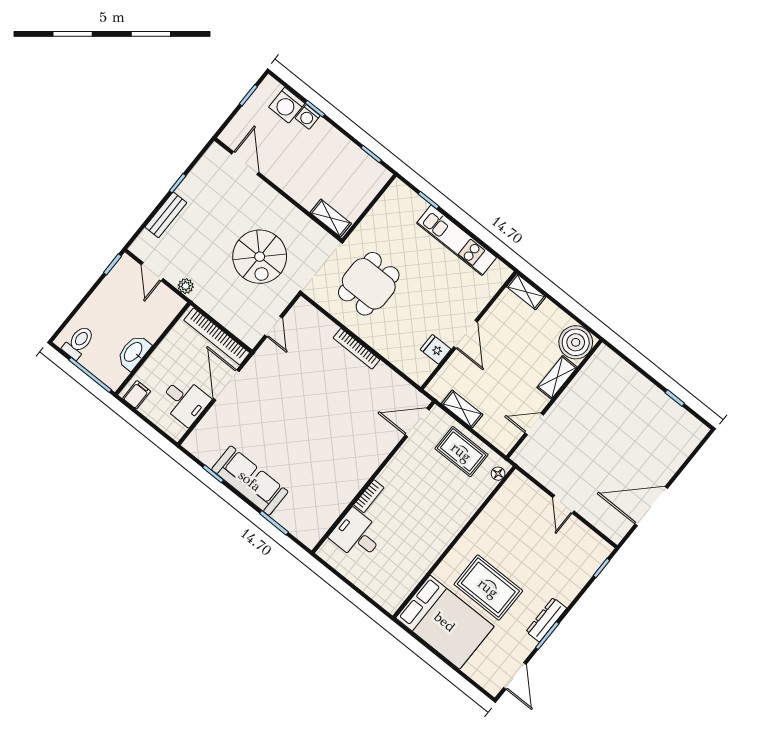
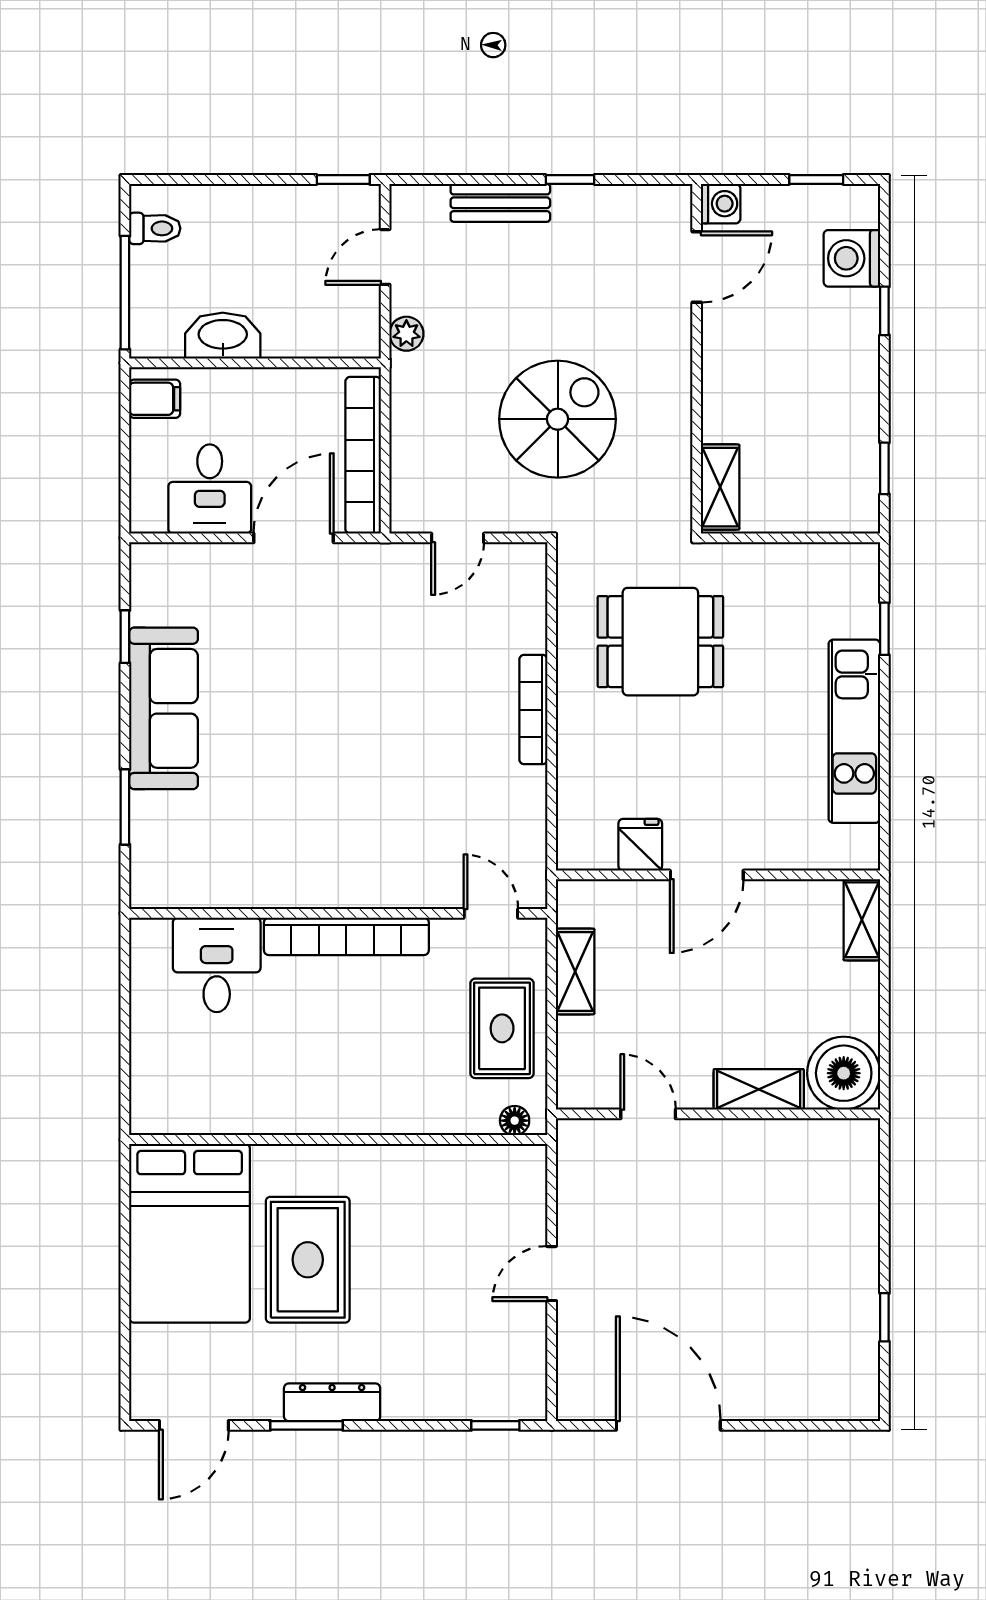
washing machine: (308, 117) -> (721, 204), moved, turned 180
spiral stairs: (260, 257) -> (558, 419), turned 180
toilet: (79, 342) -> (155, 228), width x0.73, depth x0.72
door: (417, 422) -> (491, 913), width x0.73
bookcase: (369, 496) -> (346, 936), width x2.31, depth x1.31

